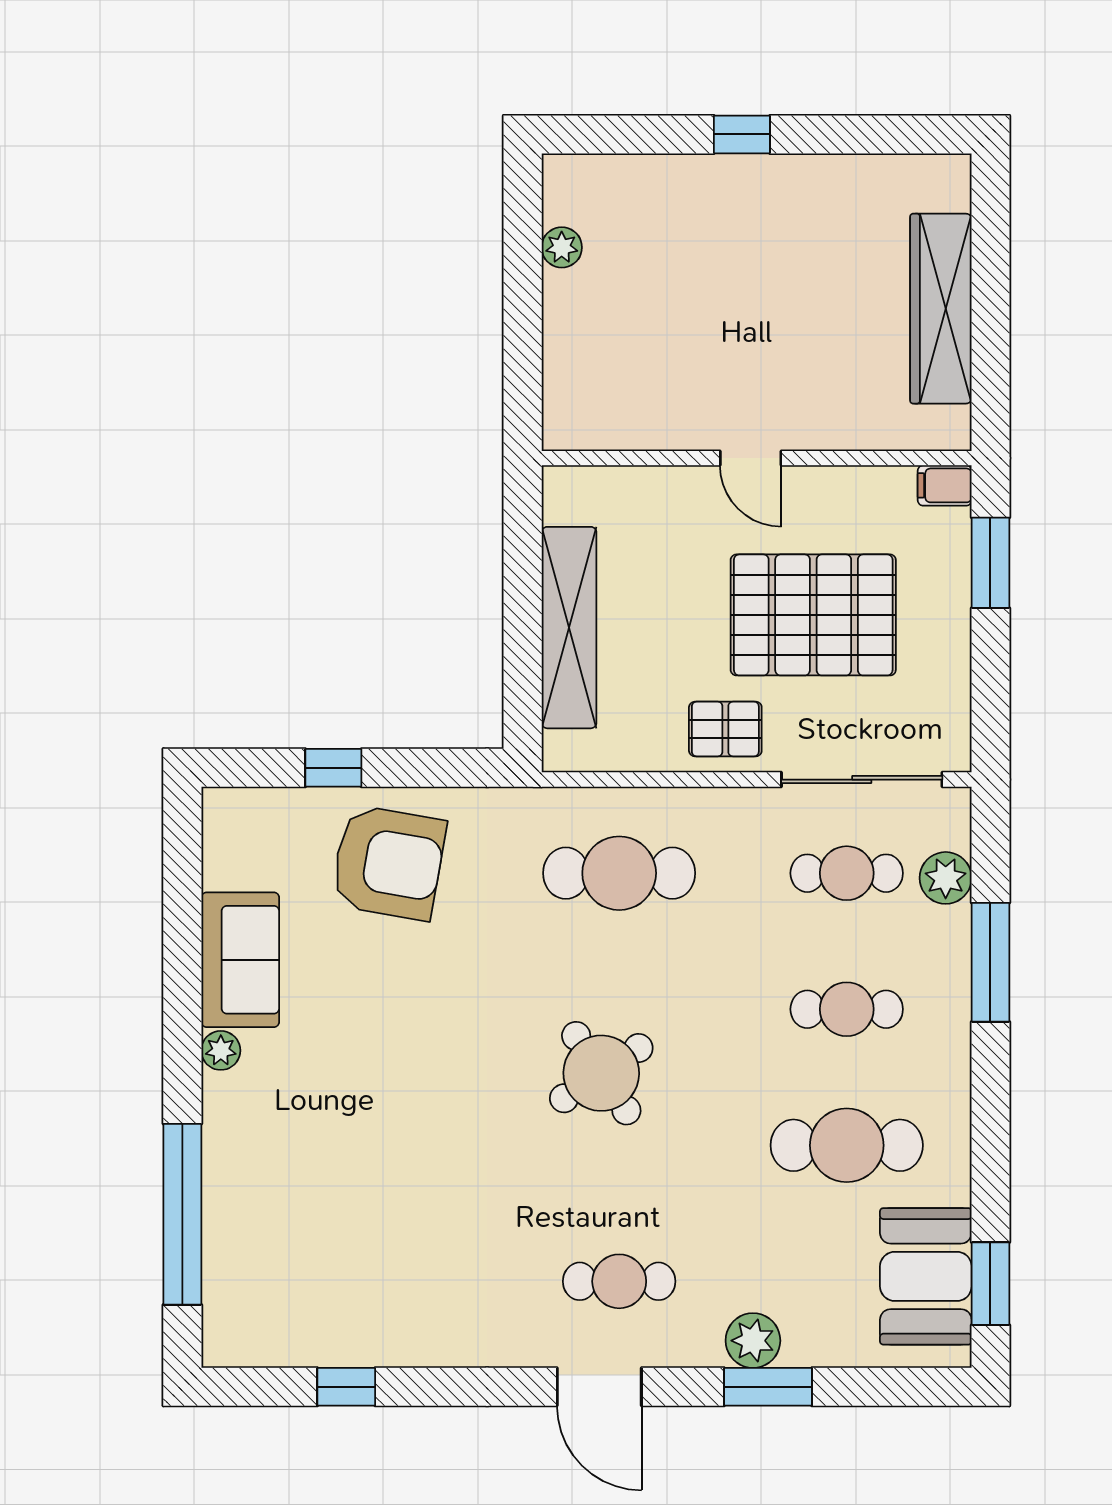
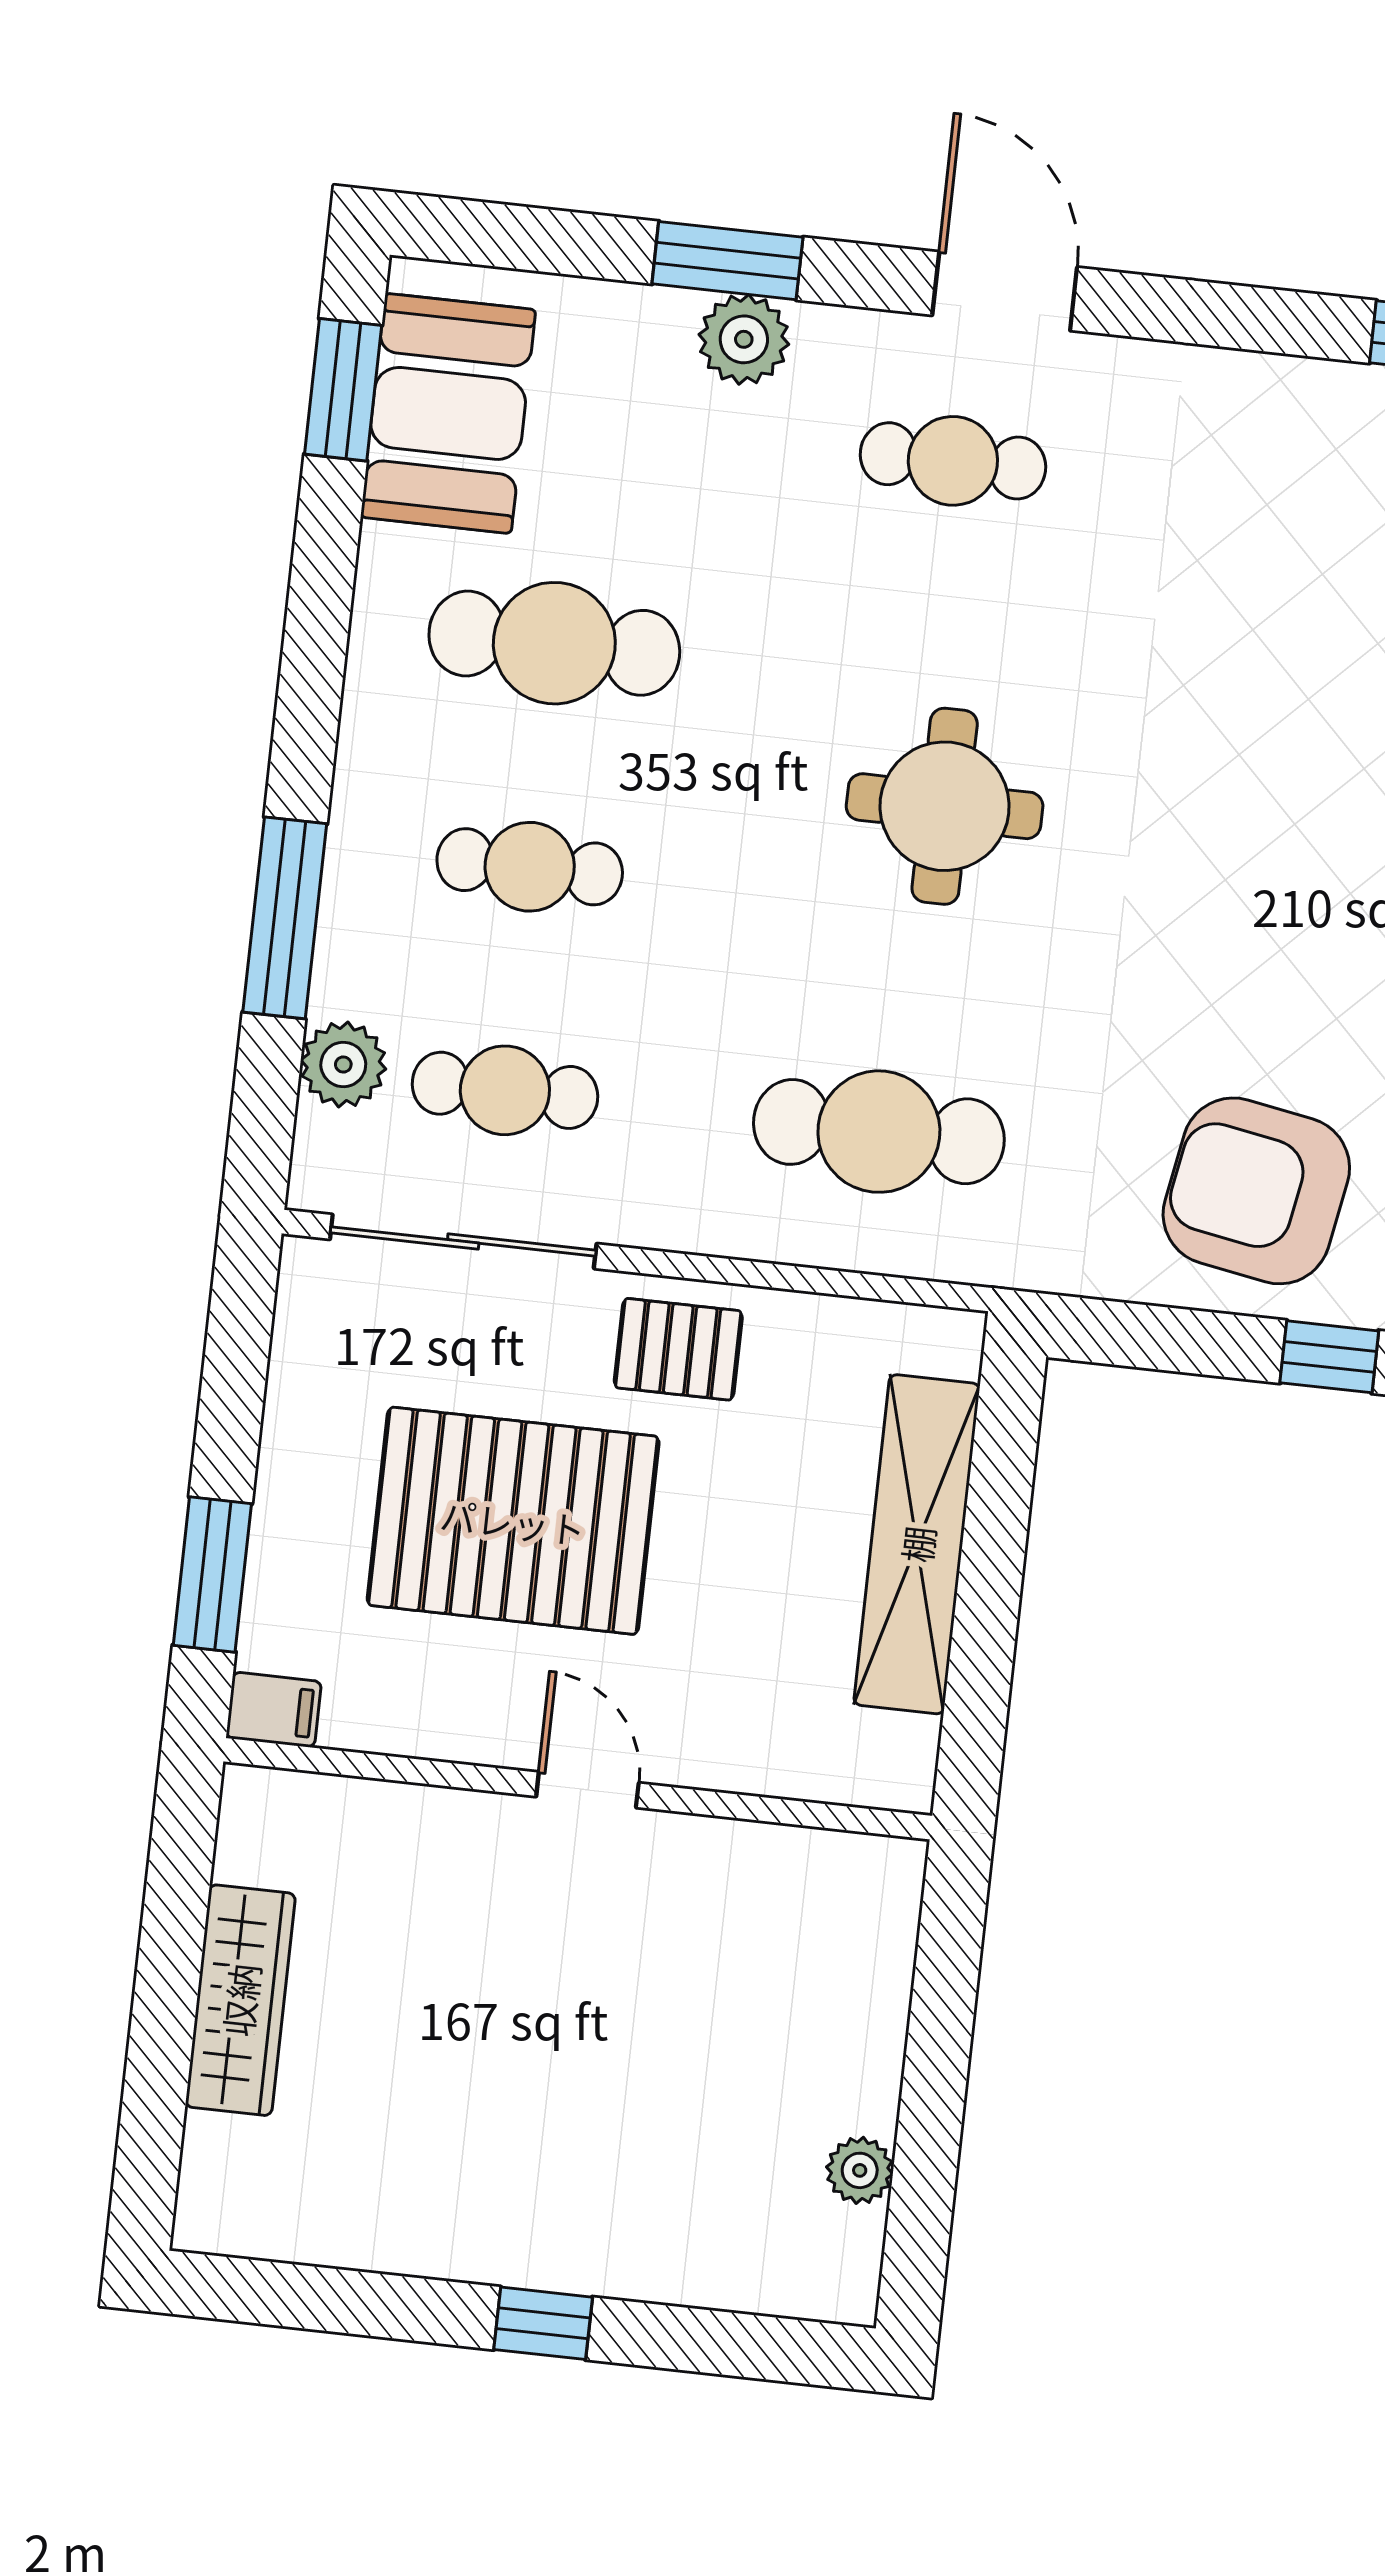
wardrobe: (941, 309) -> (240, 2000), width x0.71, depth x0.85
round table: (601, 1073) -> (945, 806), turned 34

